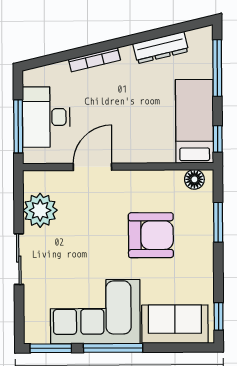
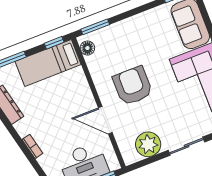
bookcase: (94, 60) -> (32, 146), width x0.64
window: (218, 222) -> (95, 27), moved
armchair: (151, 235) -> (133, 86), moved

